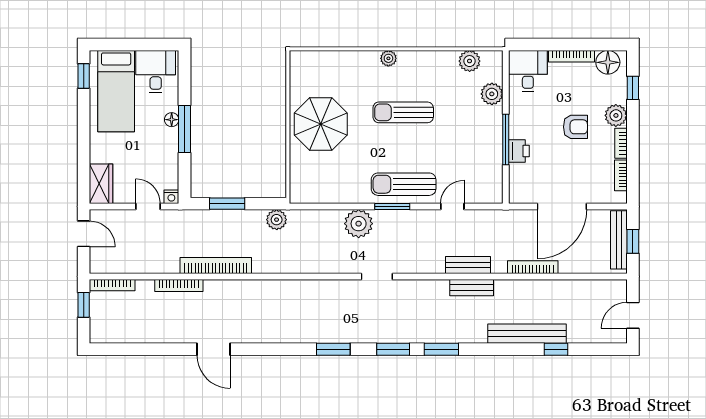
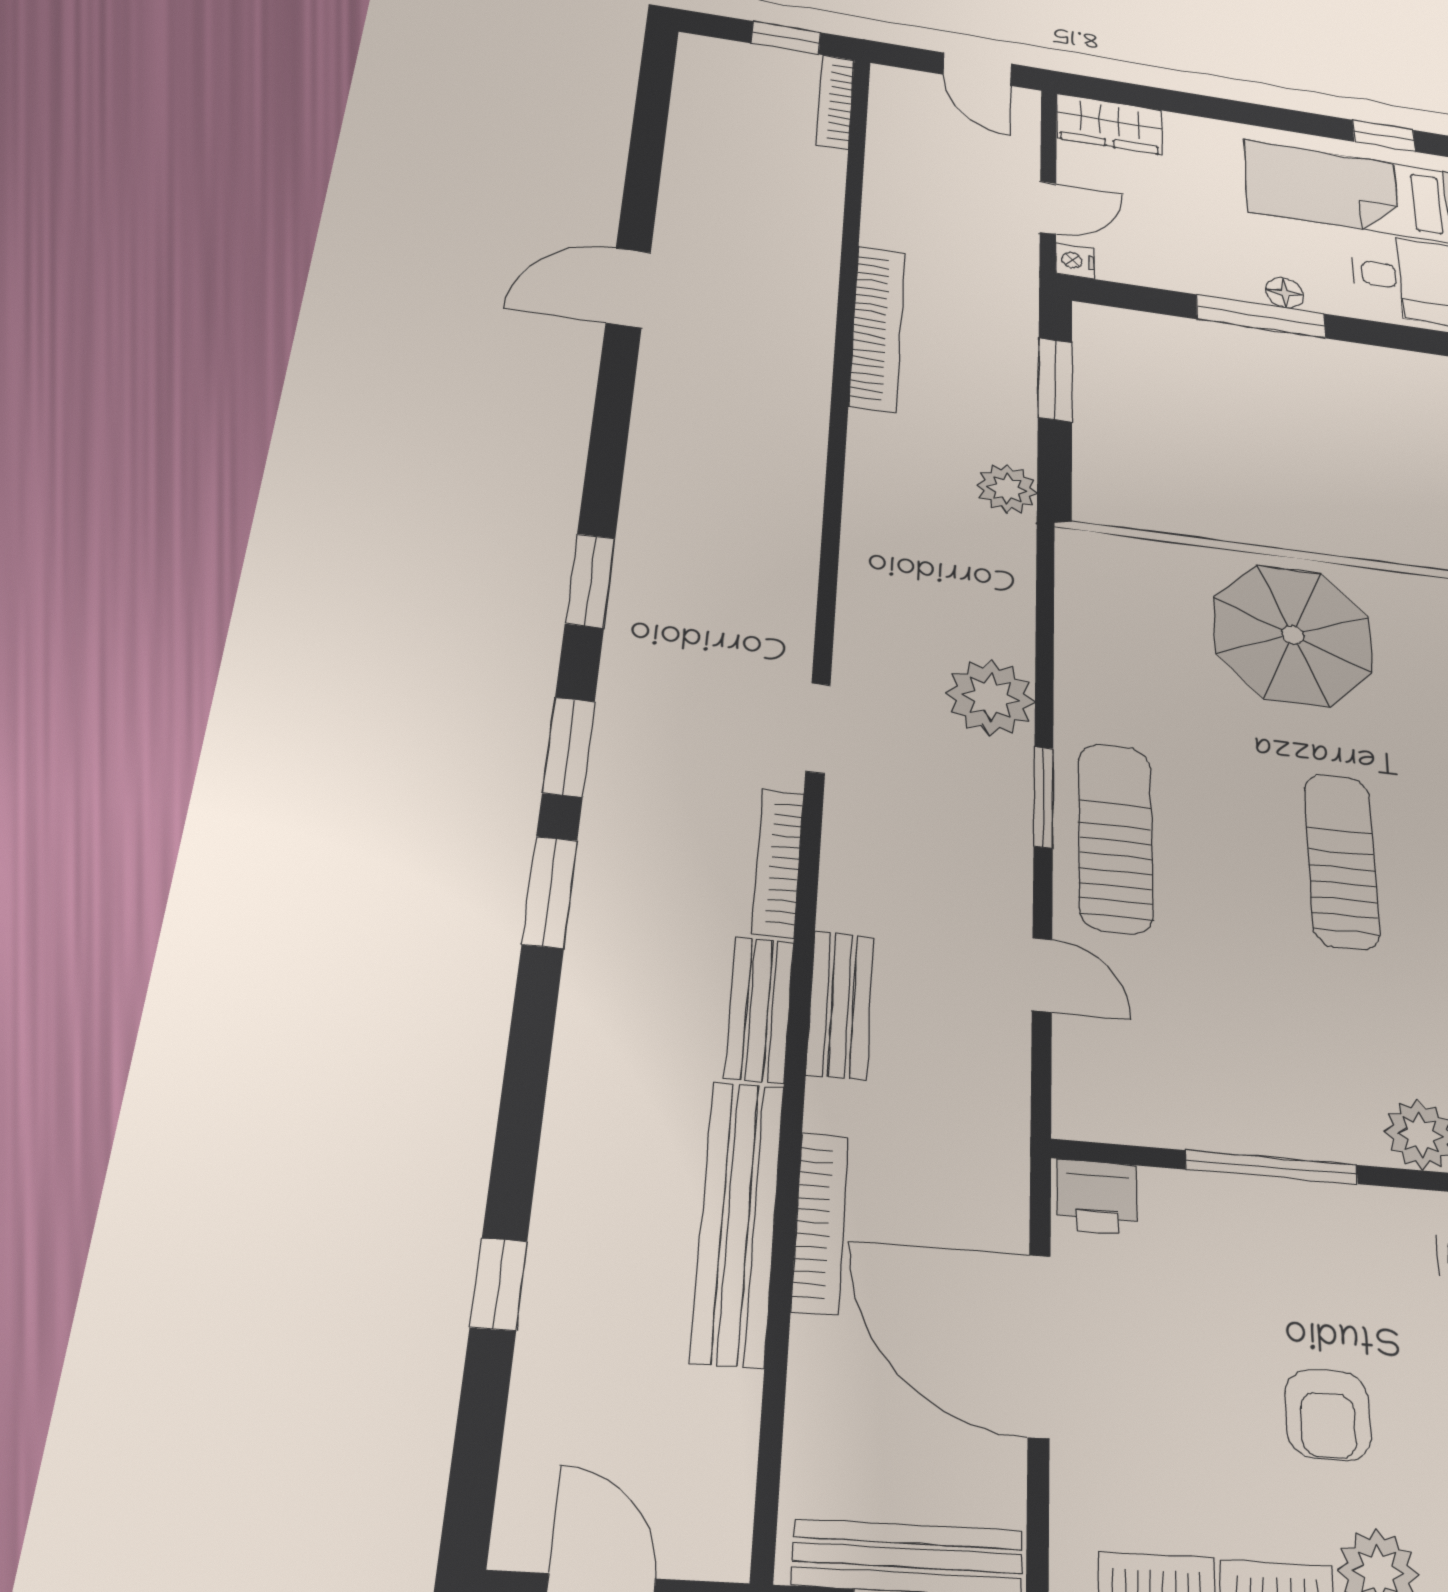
printer: (519, 151) -> (1097, 1197), moved
door: (84, 234) -> (977, 69), hinge flipped
bookcase: (179, 285) -> (778, 862), moved
bench: (527, 334) -> (738, 1221), moved

